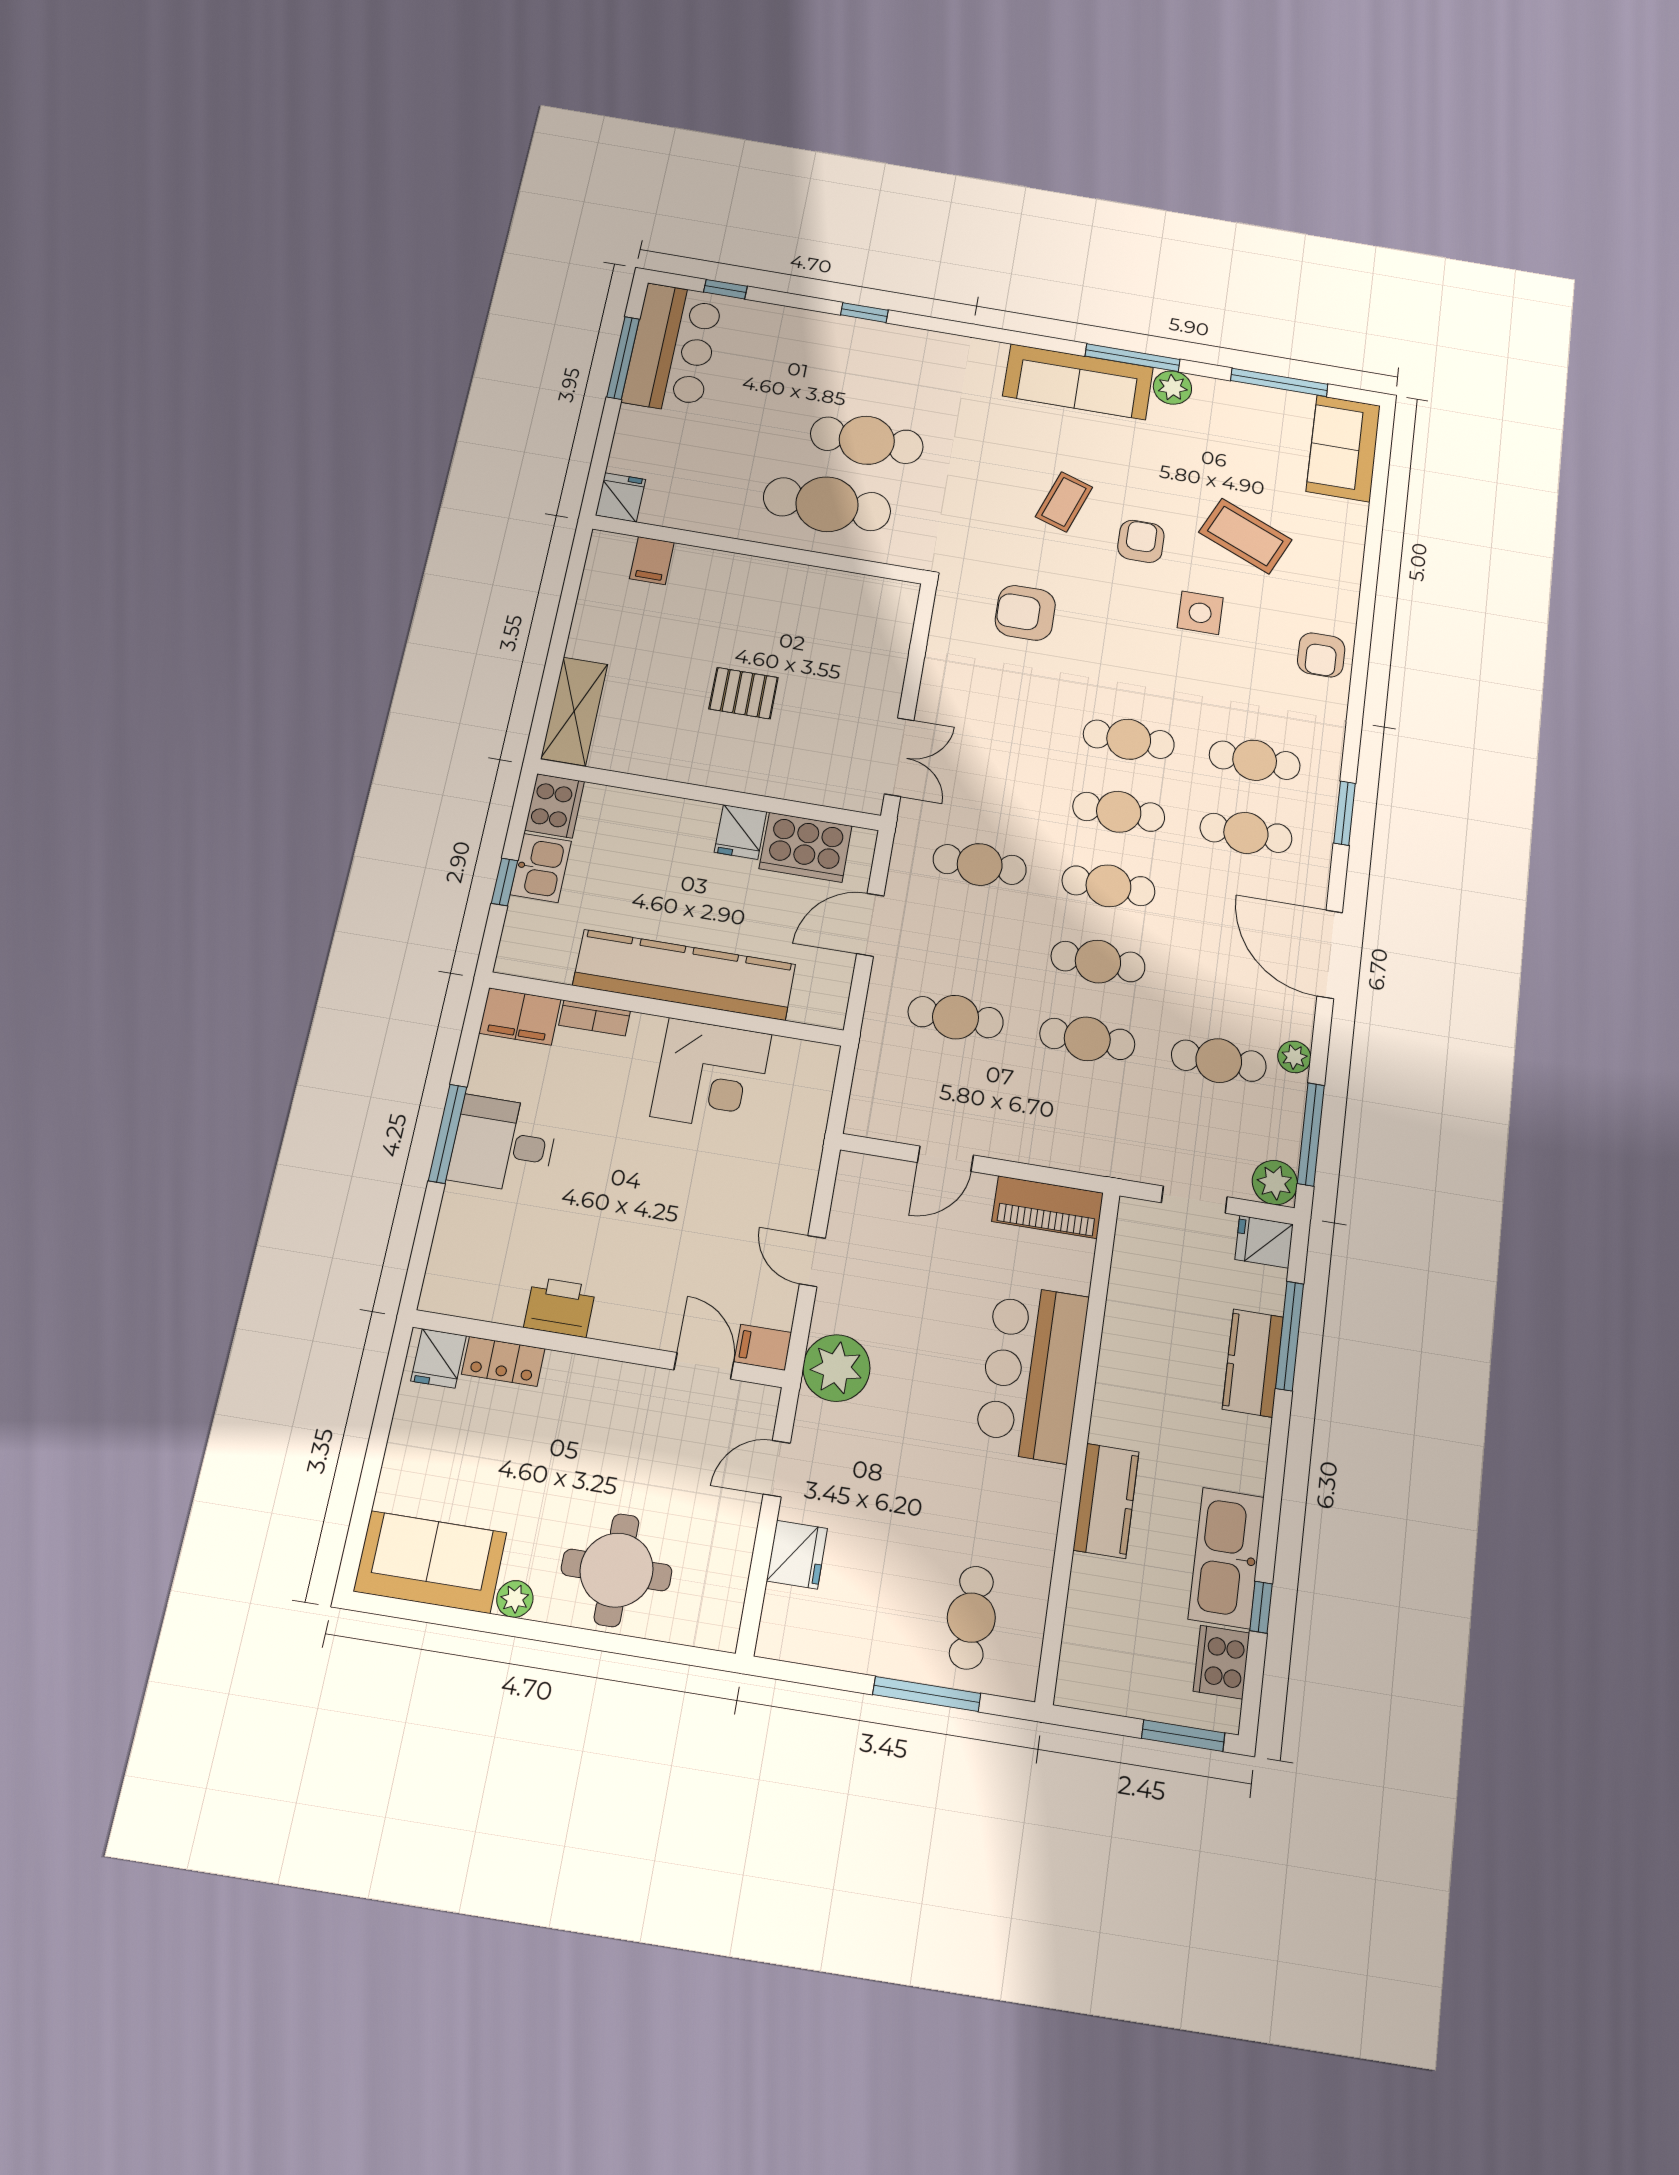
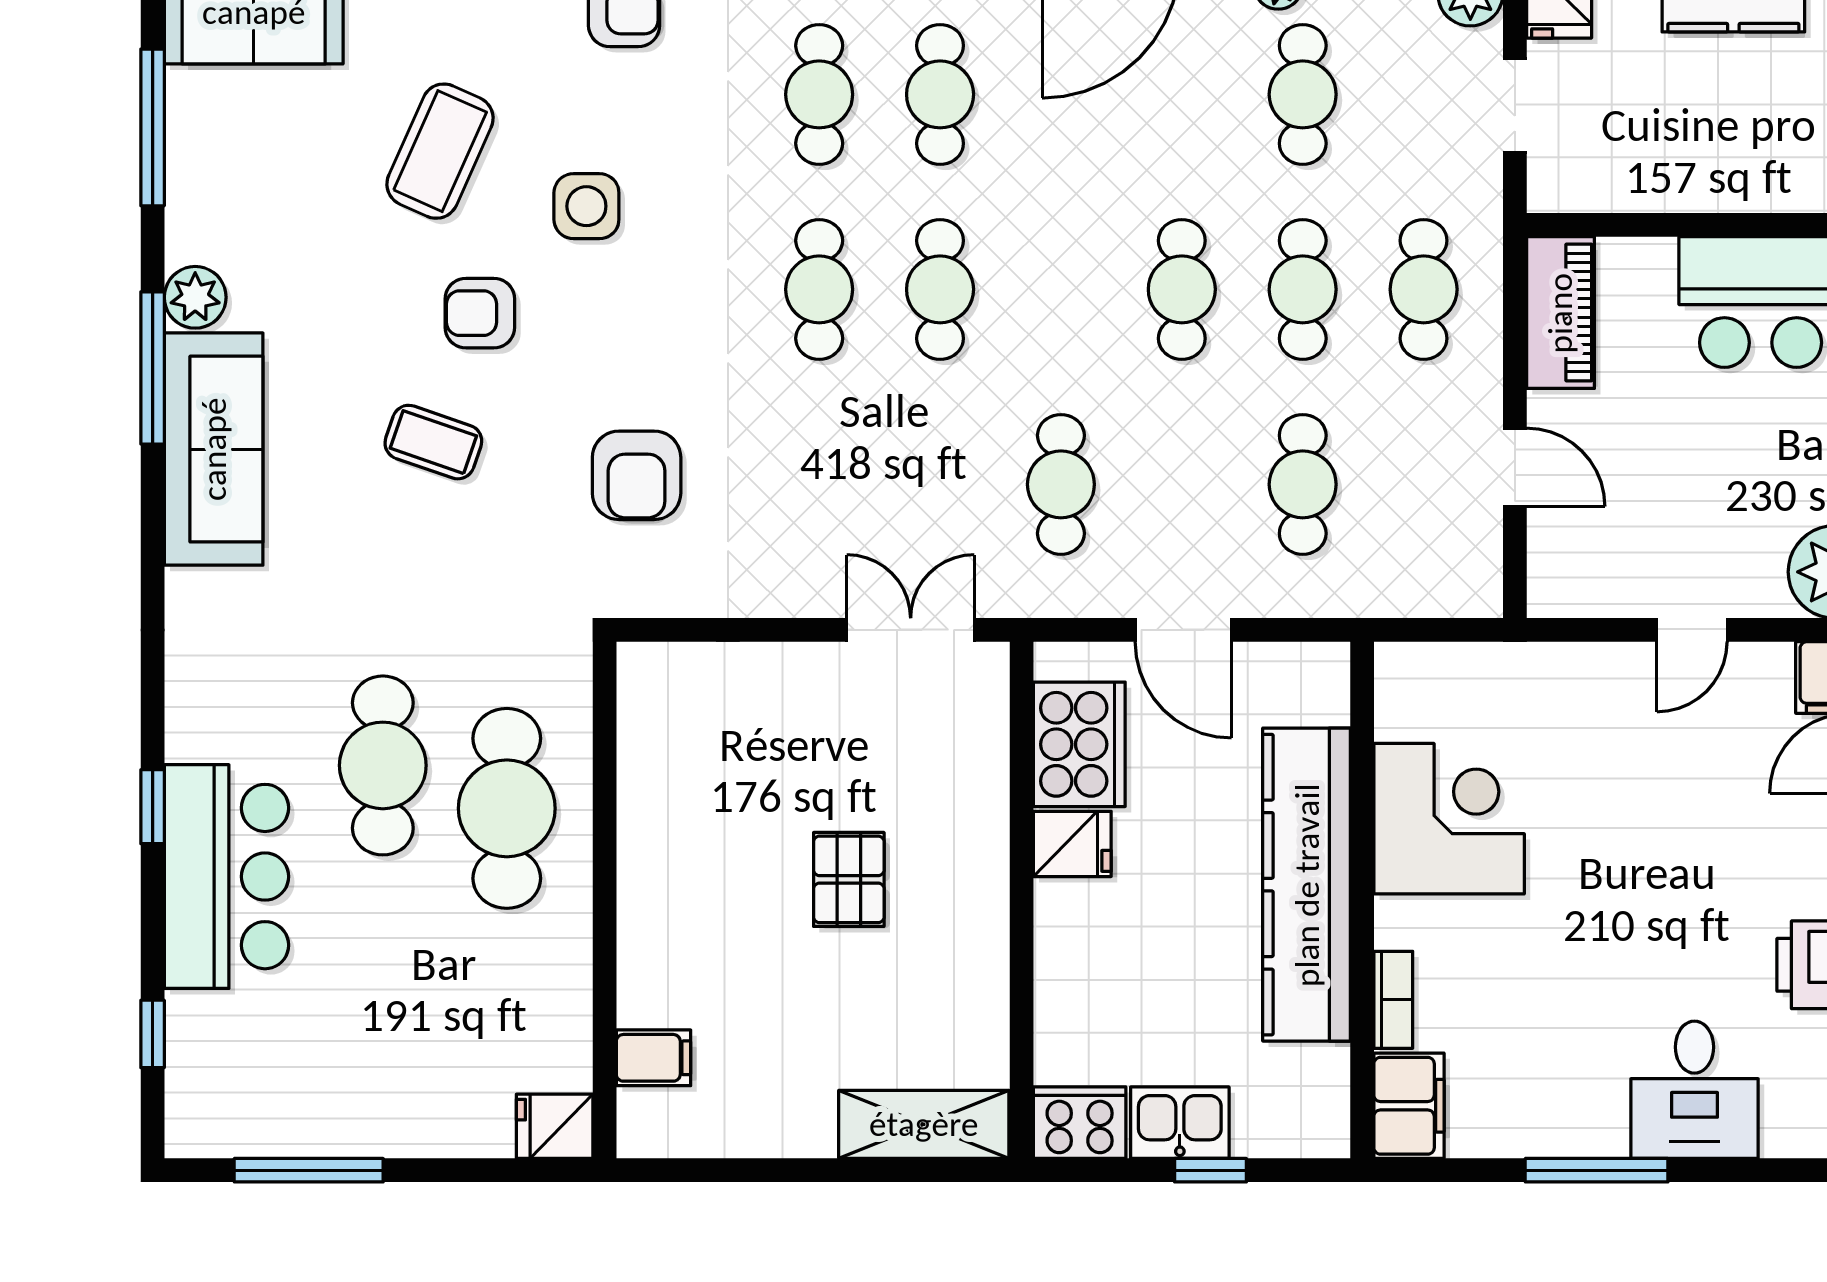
bar counter: (673, 349) -> (226, 877), moved, turned 90
cafe table: (1108, 886) -> (1424, 289), moved
desk: (503, 1144) -> (1694, 1090), moved

